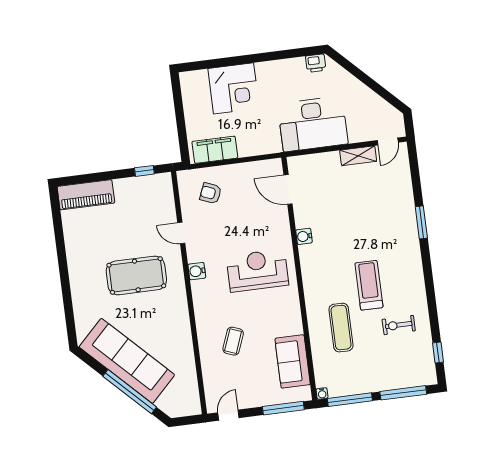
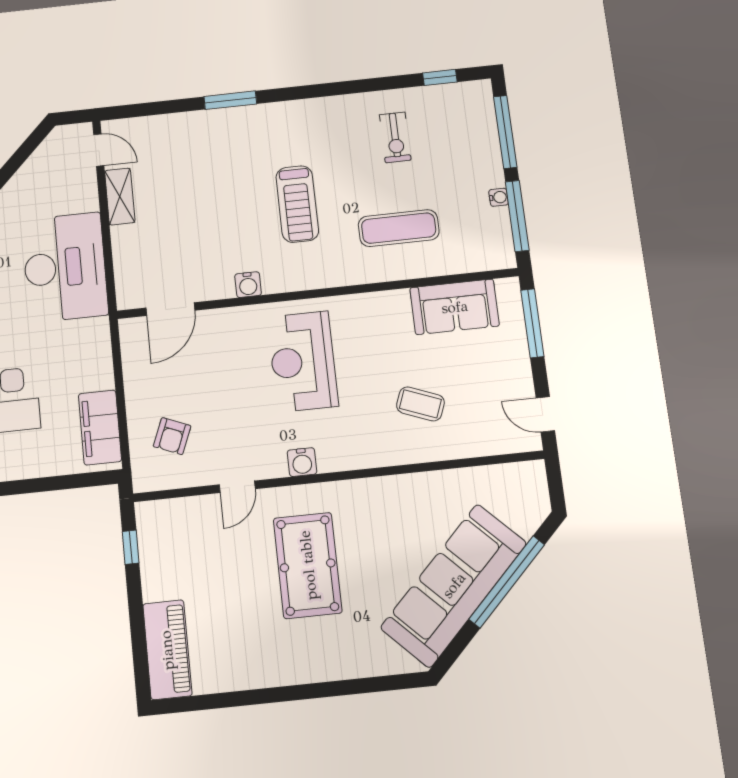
treadmill: (369, 285) -> (297, 204), moved, turned -90
water cooler: (322, 393) -> (499, 197), moved

